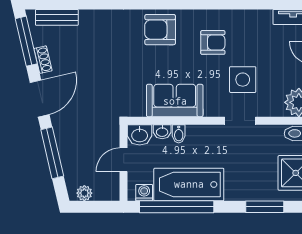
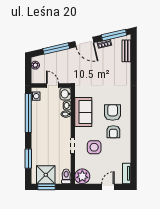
armchair: (160, 30) -> (113, 113), moved
bathtub: (189, 184) -> (40, 119), removed

